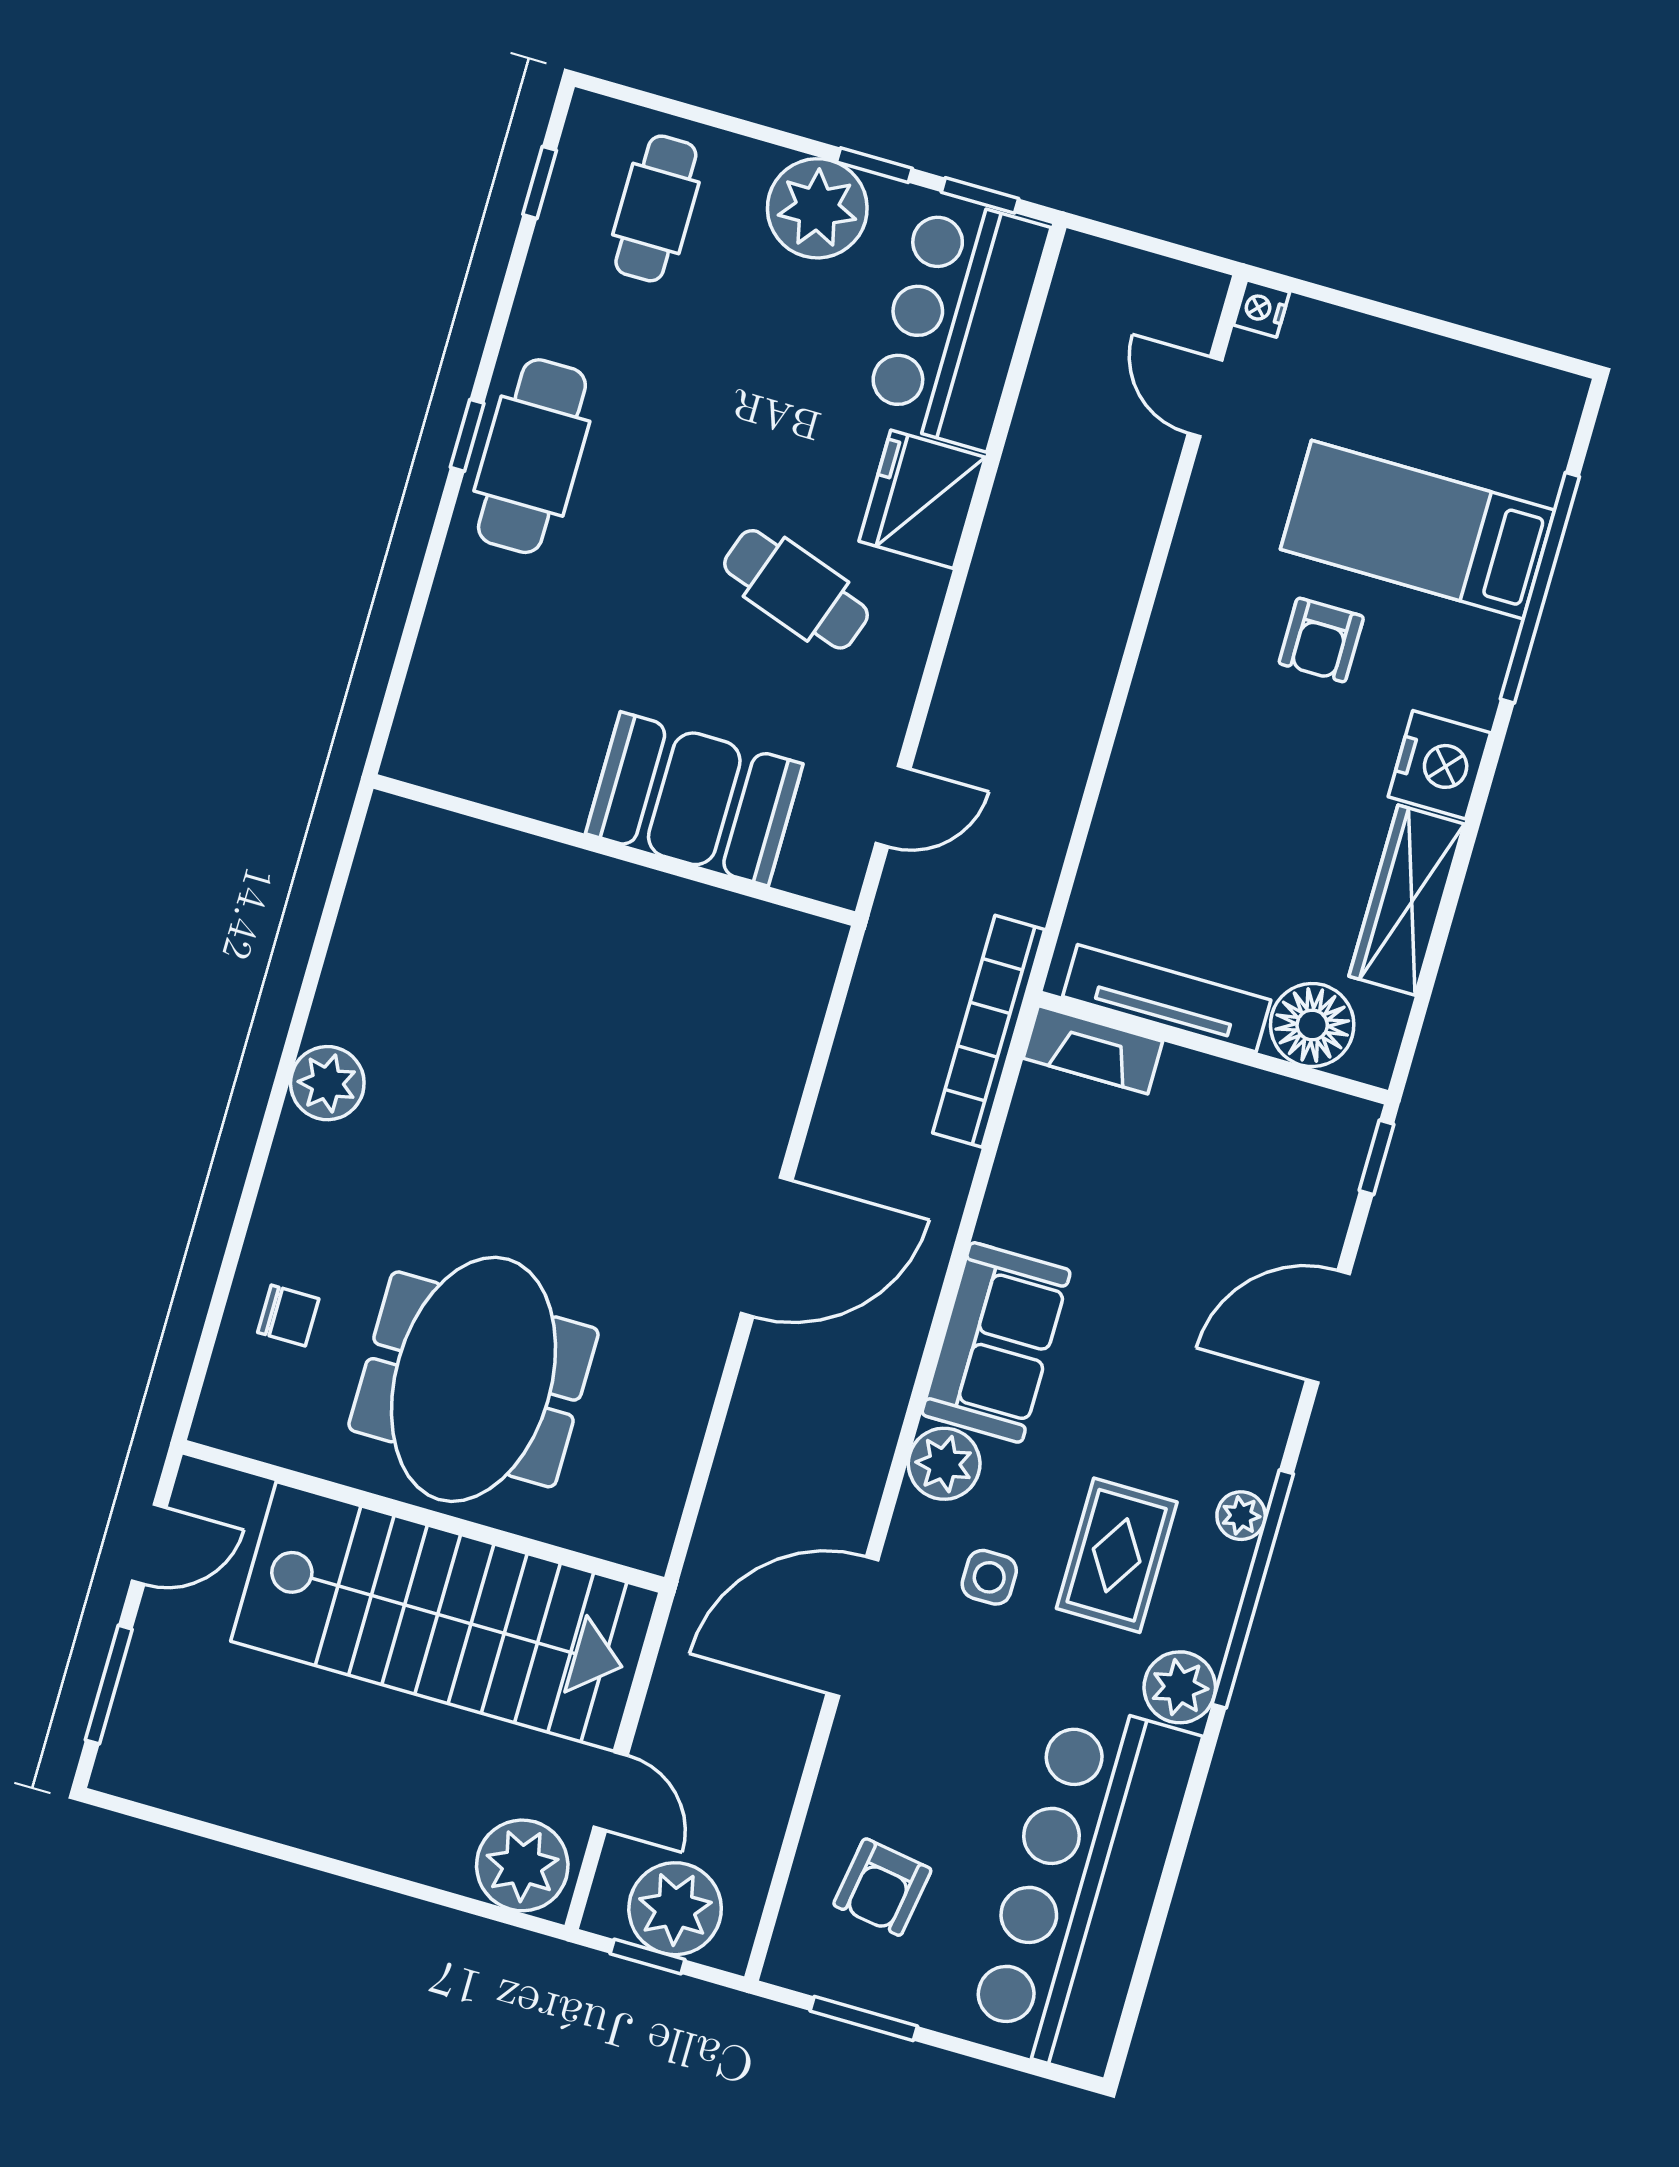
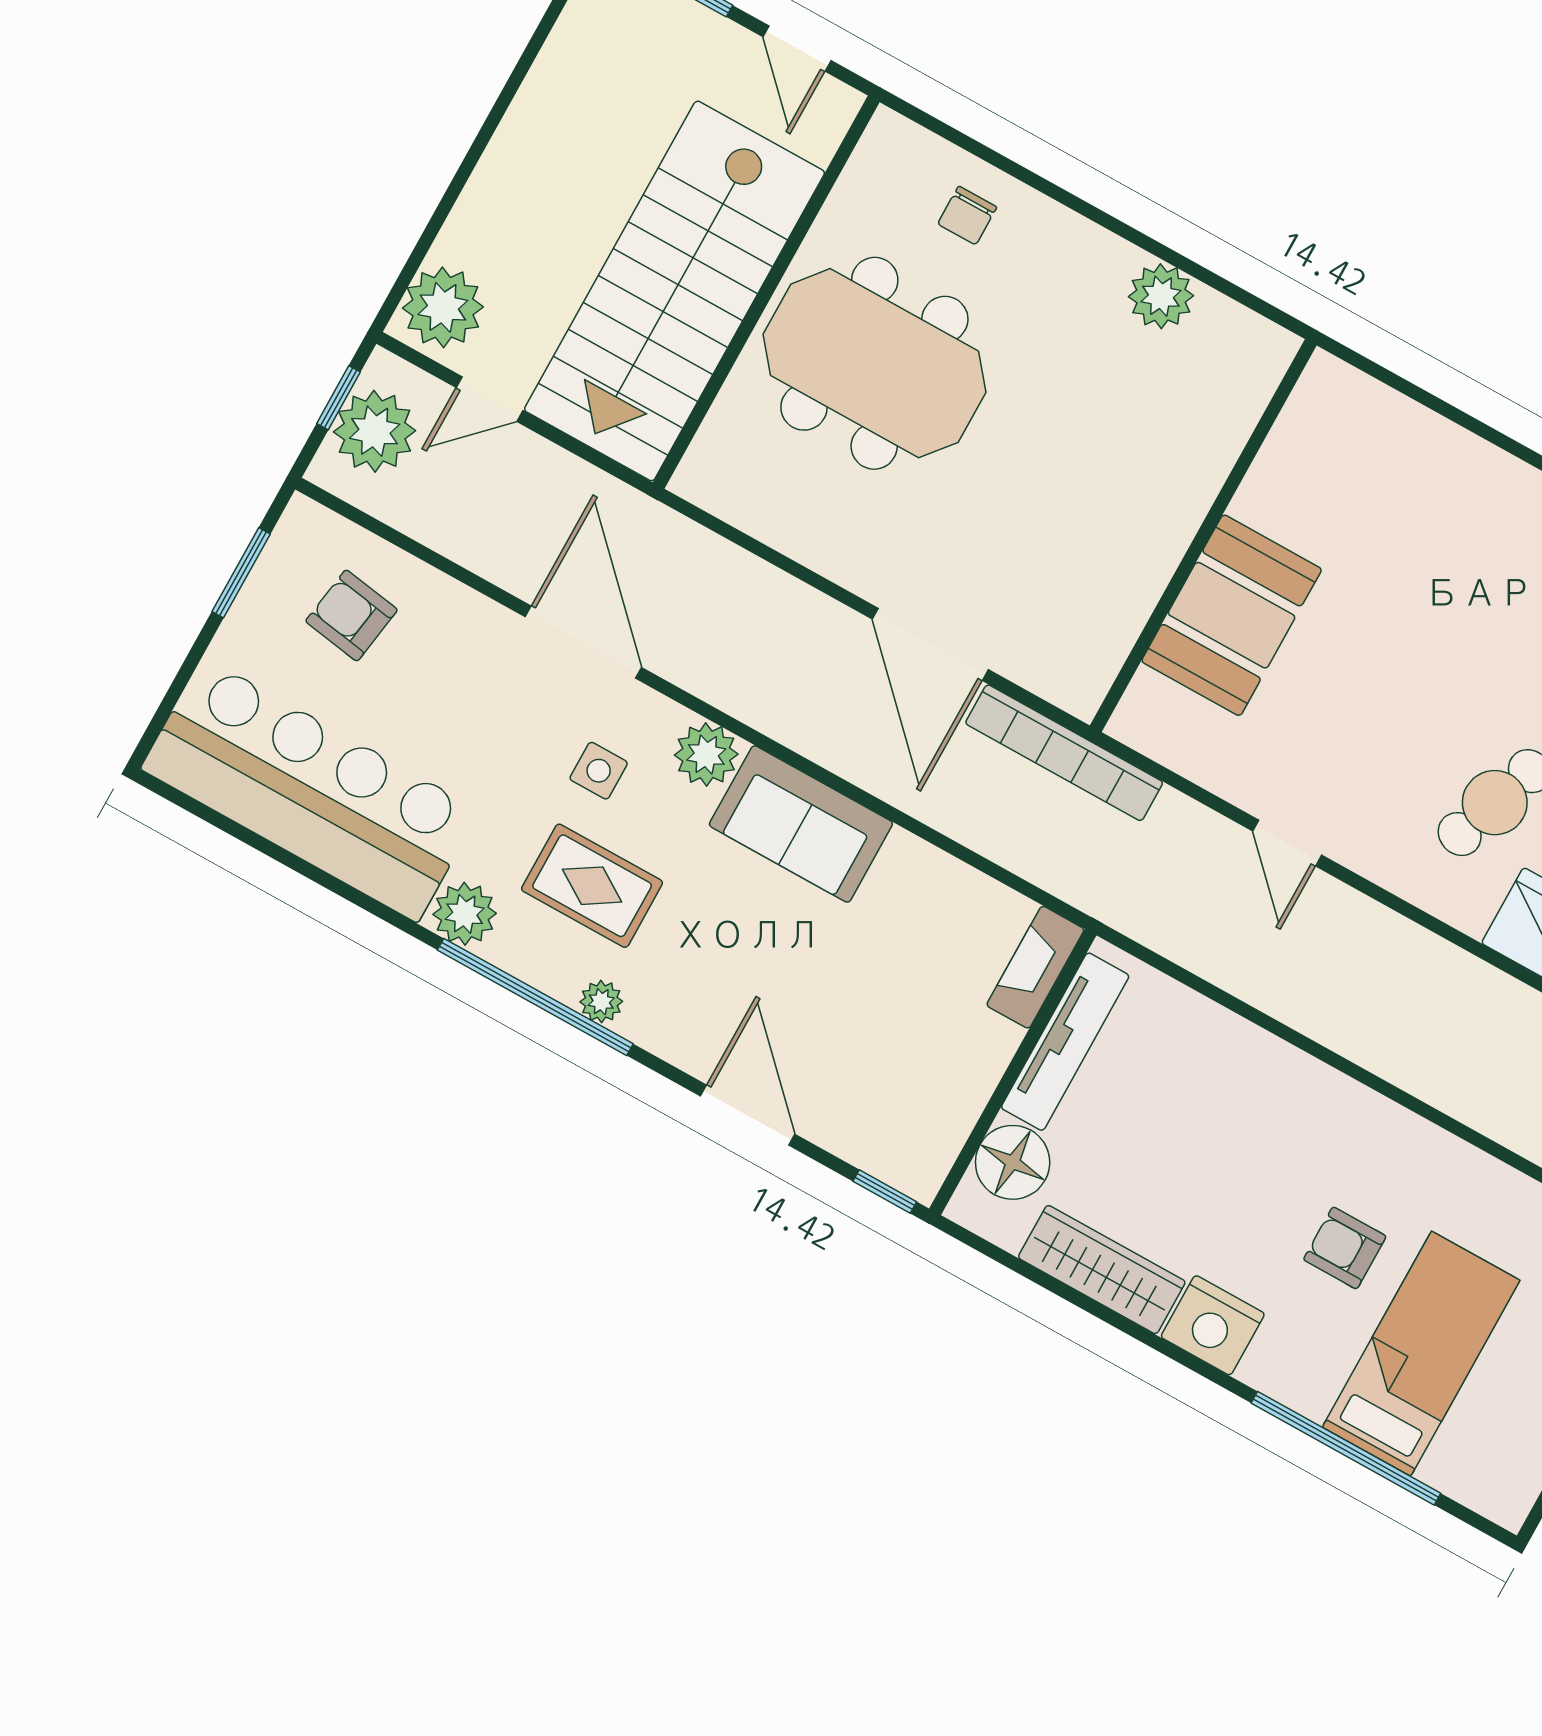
booth: (694, 799) -> (1232, 615), moved
wall: (614, 850) -> (1203, 536), moved
bookcase: (989, 1031) -> (1064, 753), moved, turned 180

